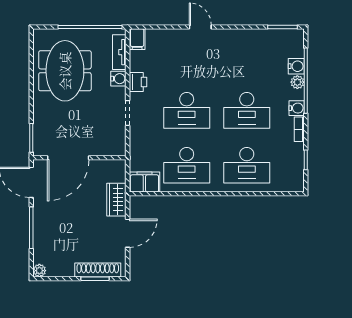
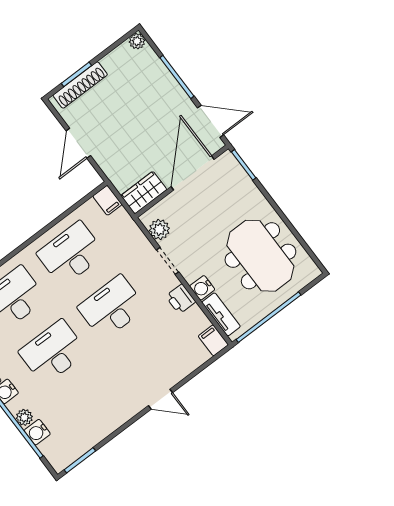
plant: (117, 138) -> (159, 229), added
filing cabinet: (144, 182) -> (107, 200), width x0.50
wardrobe: (116, 200) -> (144, 193), moved, turned -90

